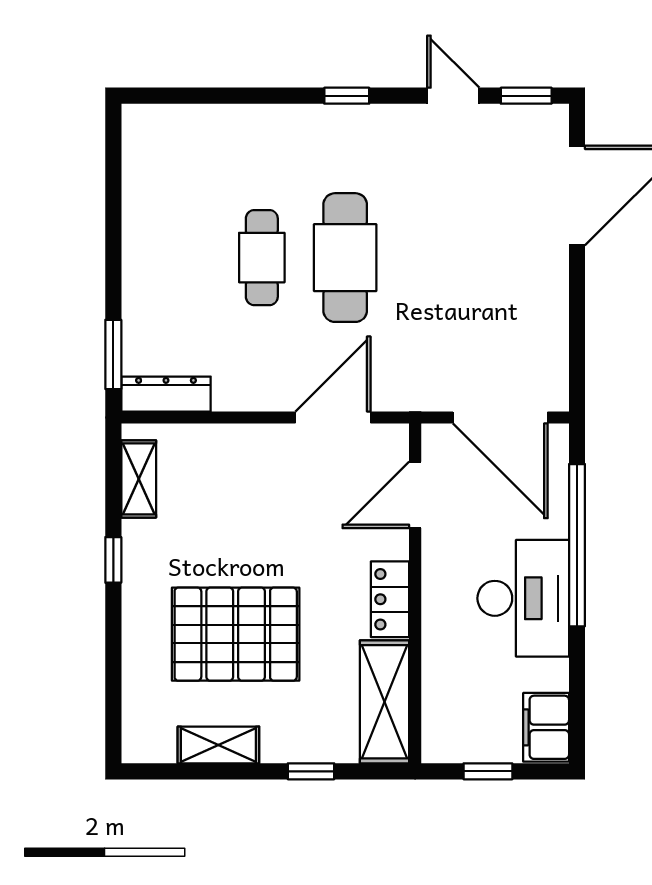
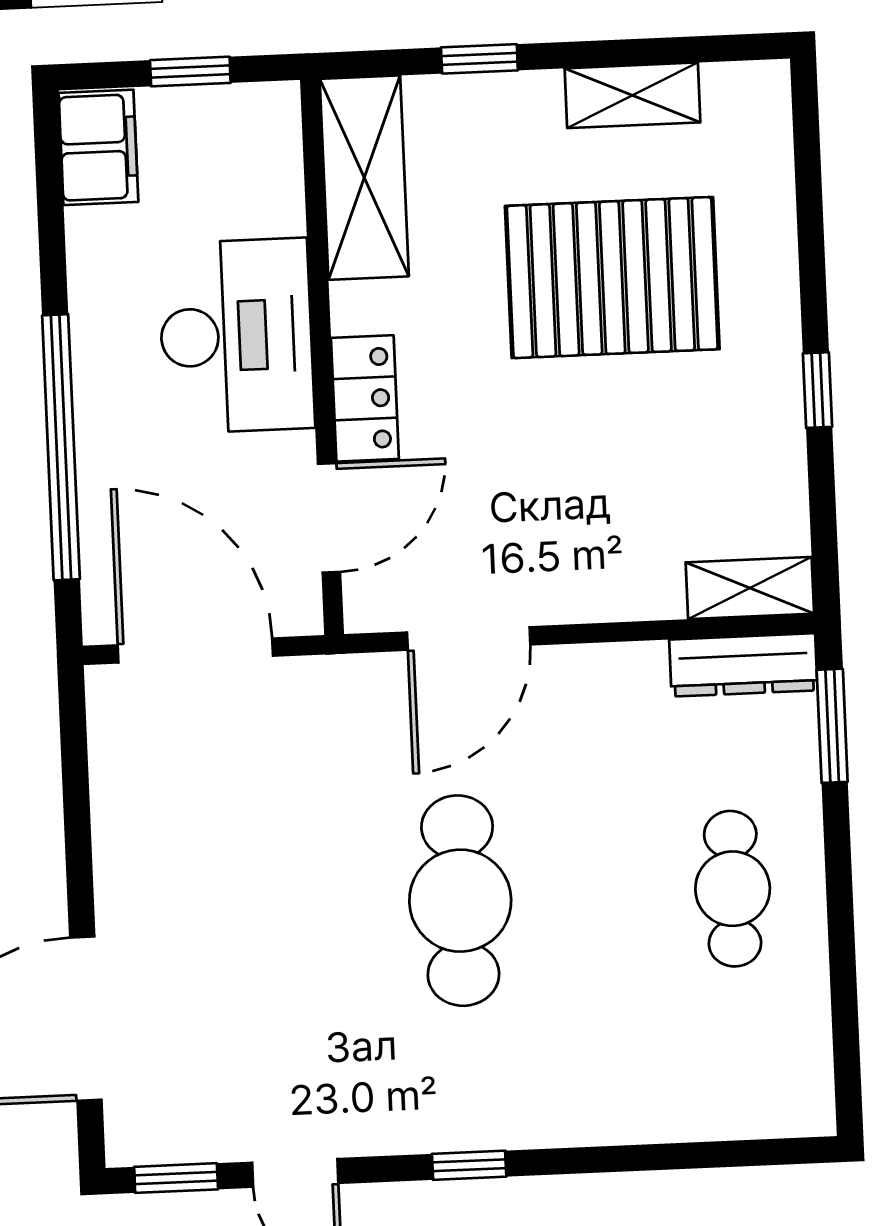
cafe table: (262, 258) -> (733, 889), moved
shelving: (139, 479) -> (750, 588), moved, turned 90
desk: (523, 598) -> (236, 336), moved, turned 180
locker: (390, 599) -> (365, 398), moved

